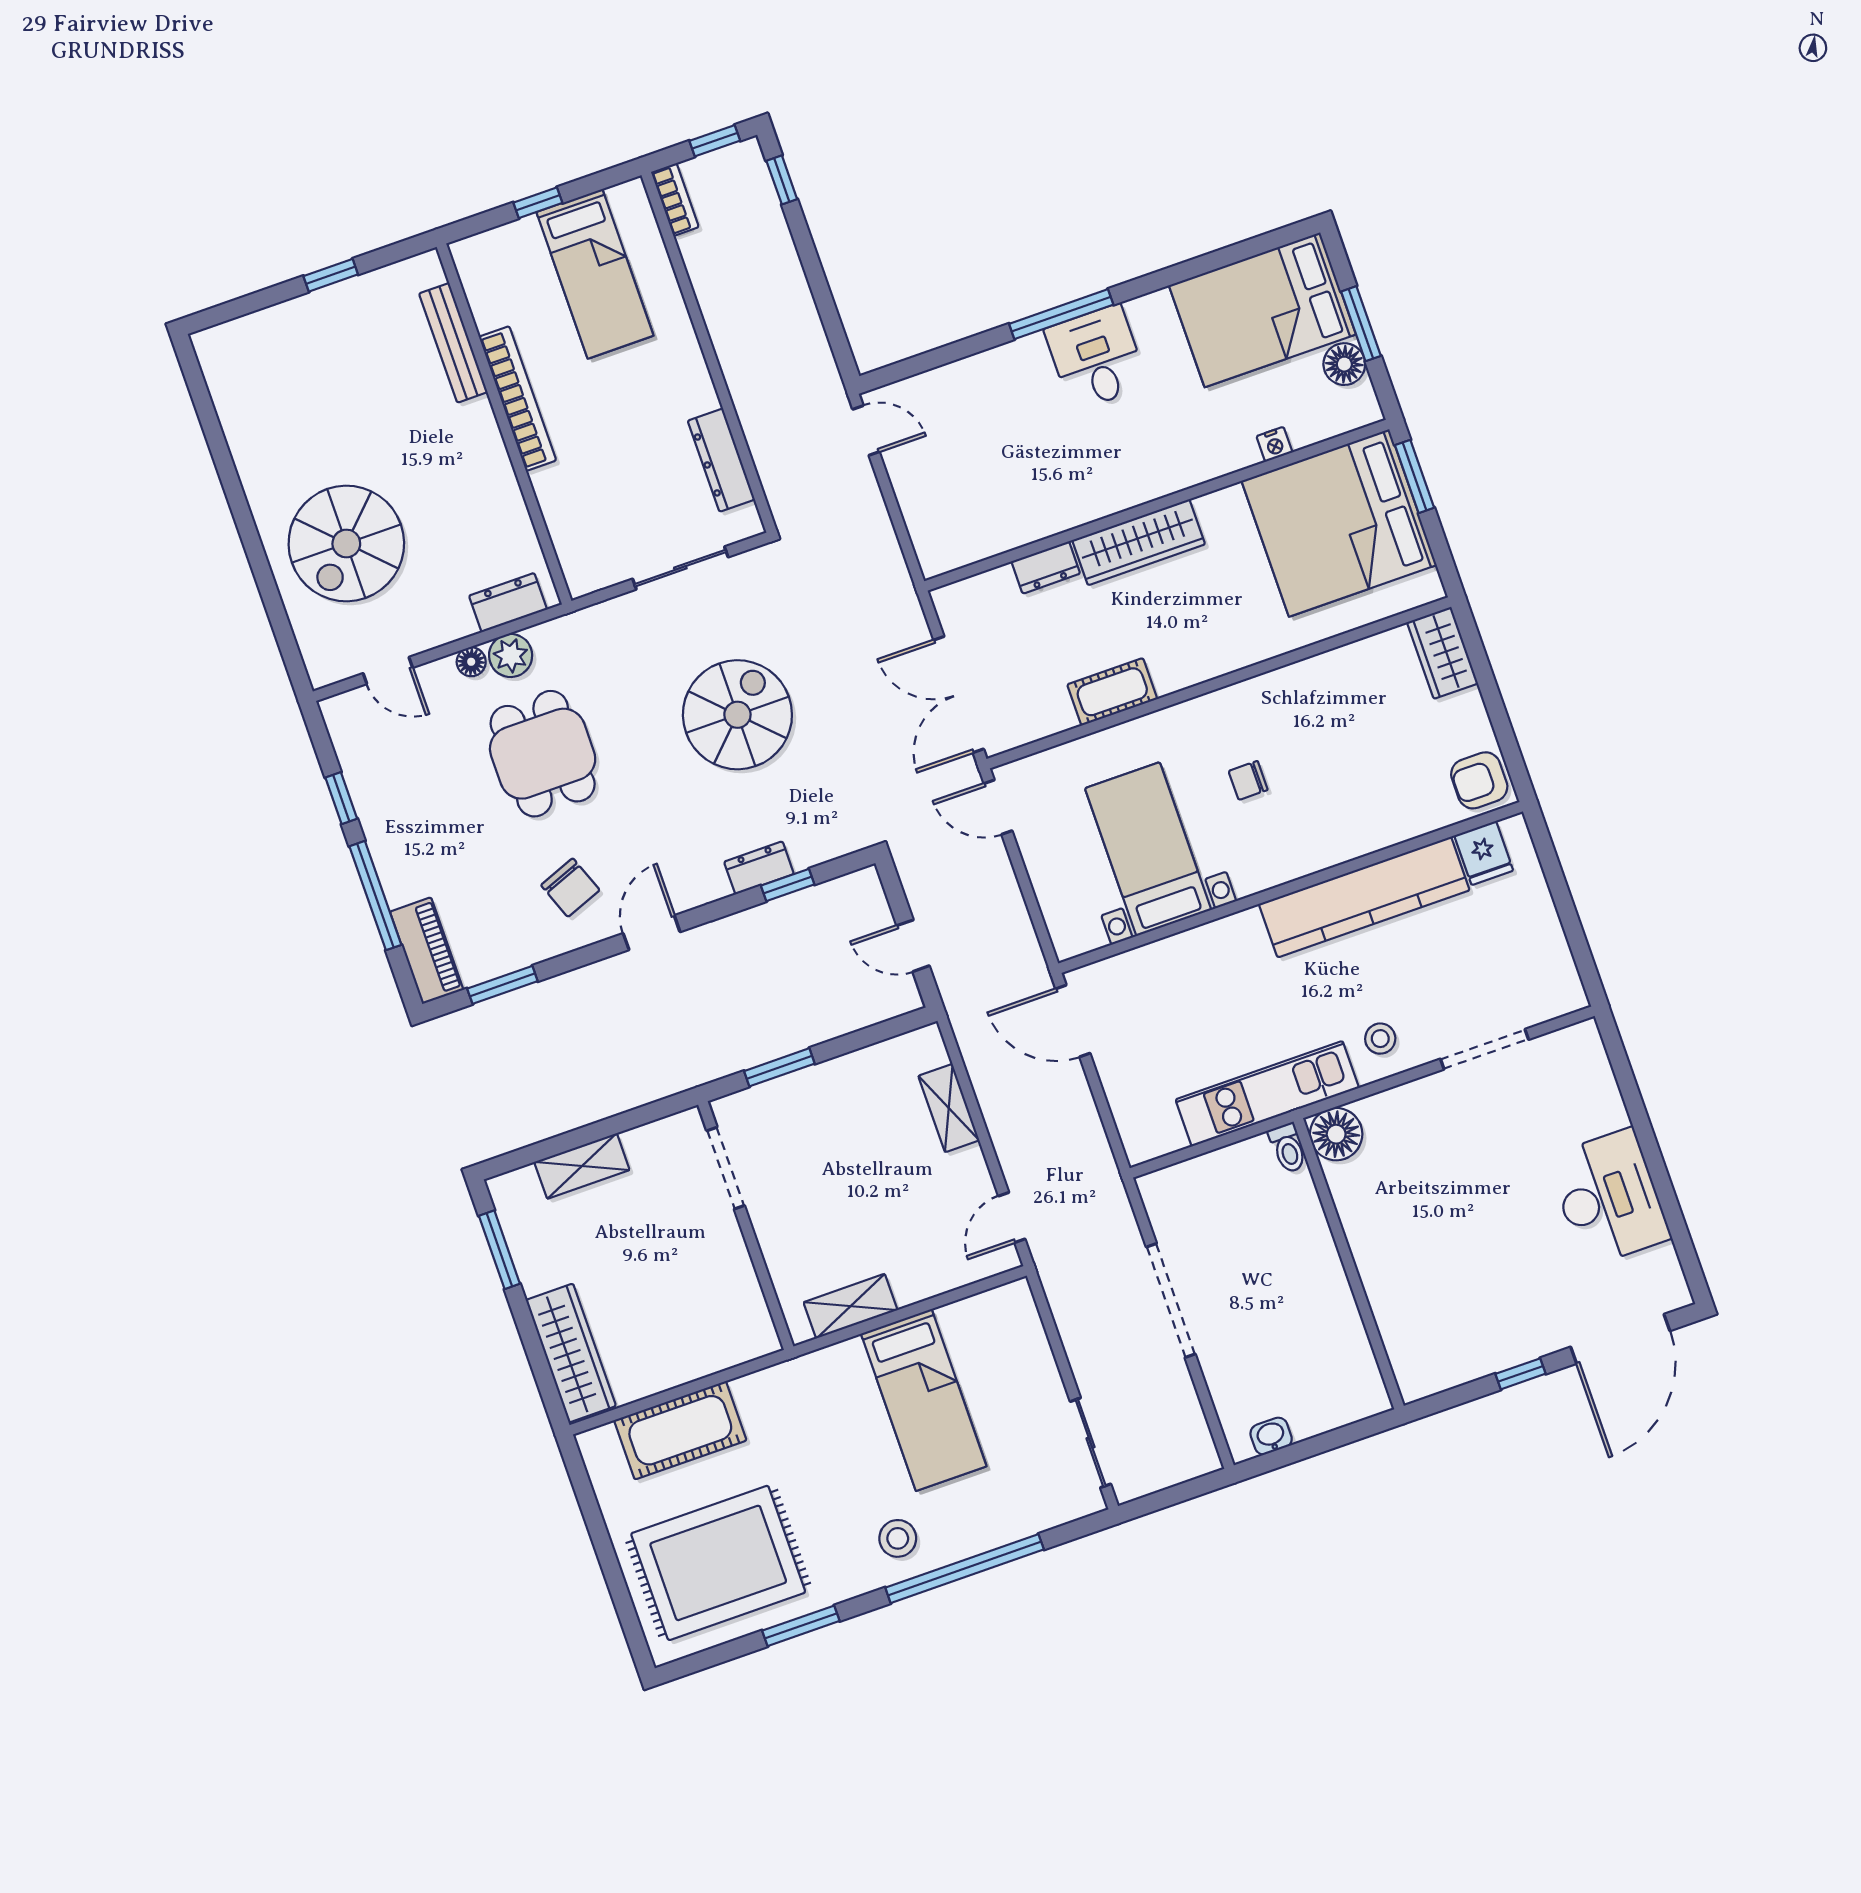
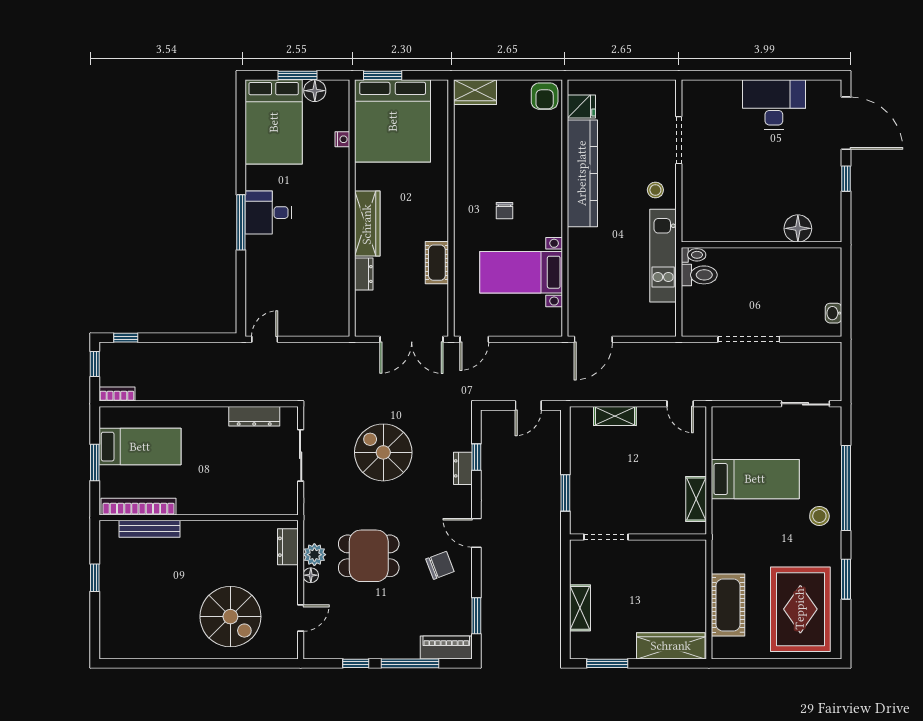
window: (538, 203) -> (95, 462), width x1.50
bookcase: (518, 399) -> (139, 507), moved
floor lamp: (1336, 1134) -> (798, 228), moved
toilet: (1255, 1171) -> (699, 275), added

